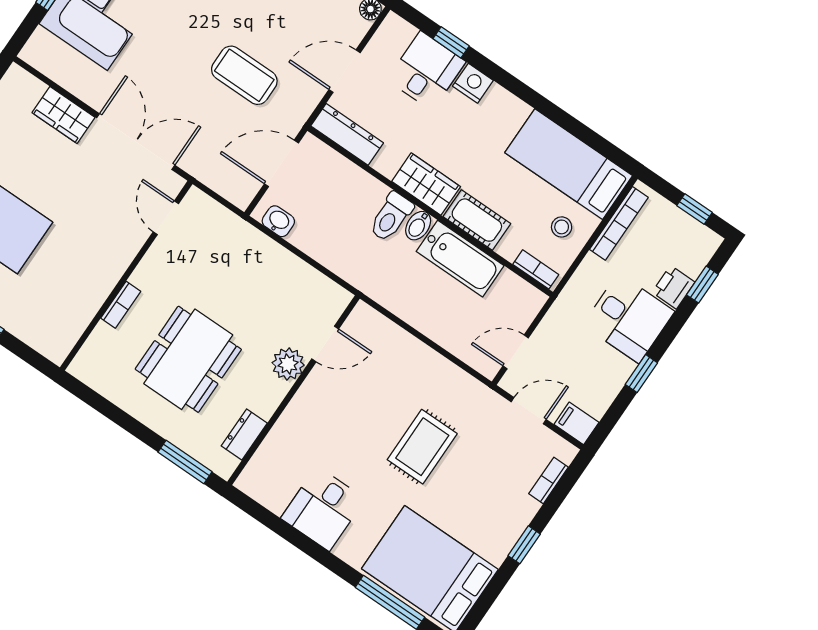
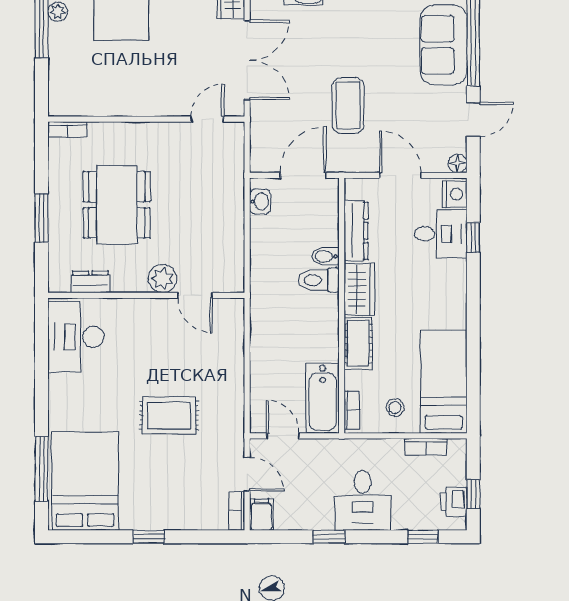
nightstand: (473, 83) -> (455, 194), moved
dresser: (347, 134) -> (356, 231), moved
door: (281, 163) -> (303, 175), hinge flipped
bookcase: (619, 223) -> (426, 447), width x0.64
bidet: (418, 226) -> (326, 256), moved
bathtub: (460, 259) -> (323, 398), moved
printer: (673, 287) -> (454, 502), moved, turned -90
bookcase: (121, 305) -> (67, 129), moved
dining table: (188, 359) -> (117, 205), turned 90
window: (185, 462) -> (41, 218), moved
bookcase: (549, 480) -> (237, 511), moved, turned -90
desk: (323, 509) -> (76, 337), moved, width x1.37

